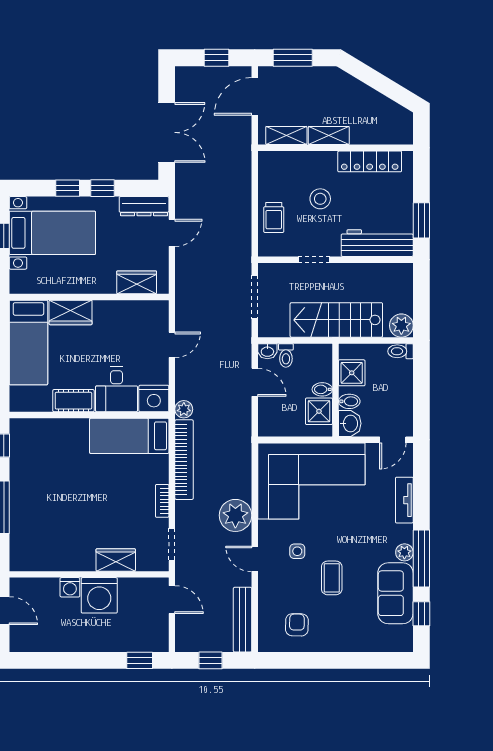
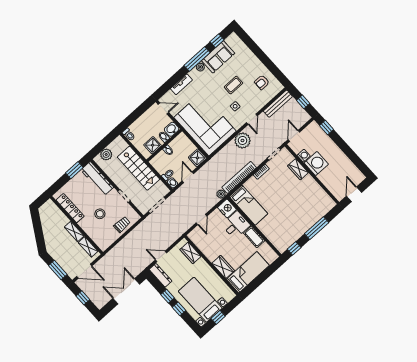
plant: (401, 326) -> (106, 155), moved
door: (172, 345) -> (202, 220), swing flipped
shower: (319, 411) -> (197, 158), moved
washing machine: (70, 587) -> (304, 156), moved

